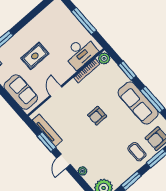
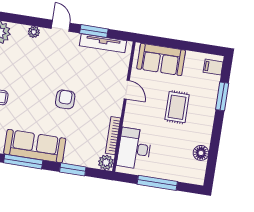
floor lamp: (43, 17) -> (201, 153), added

